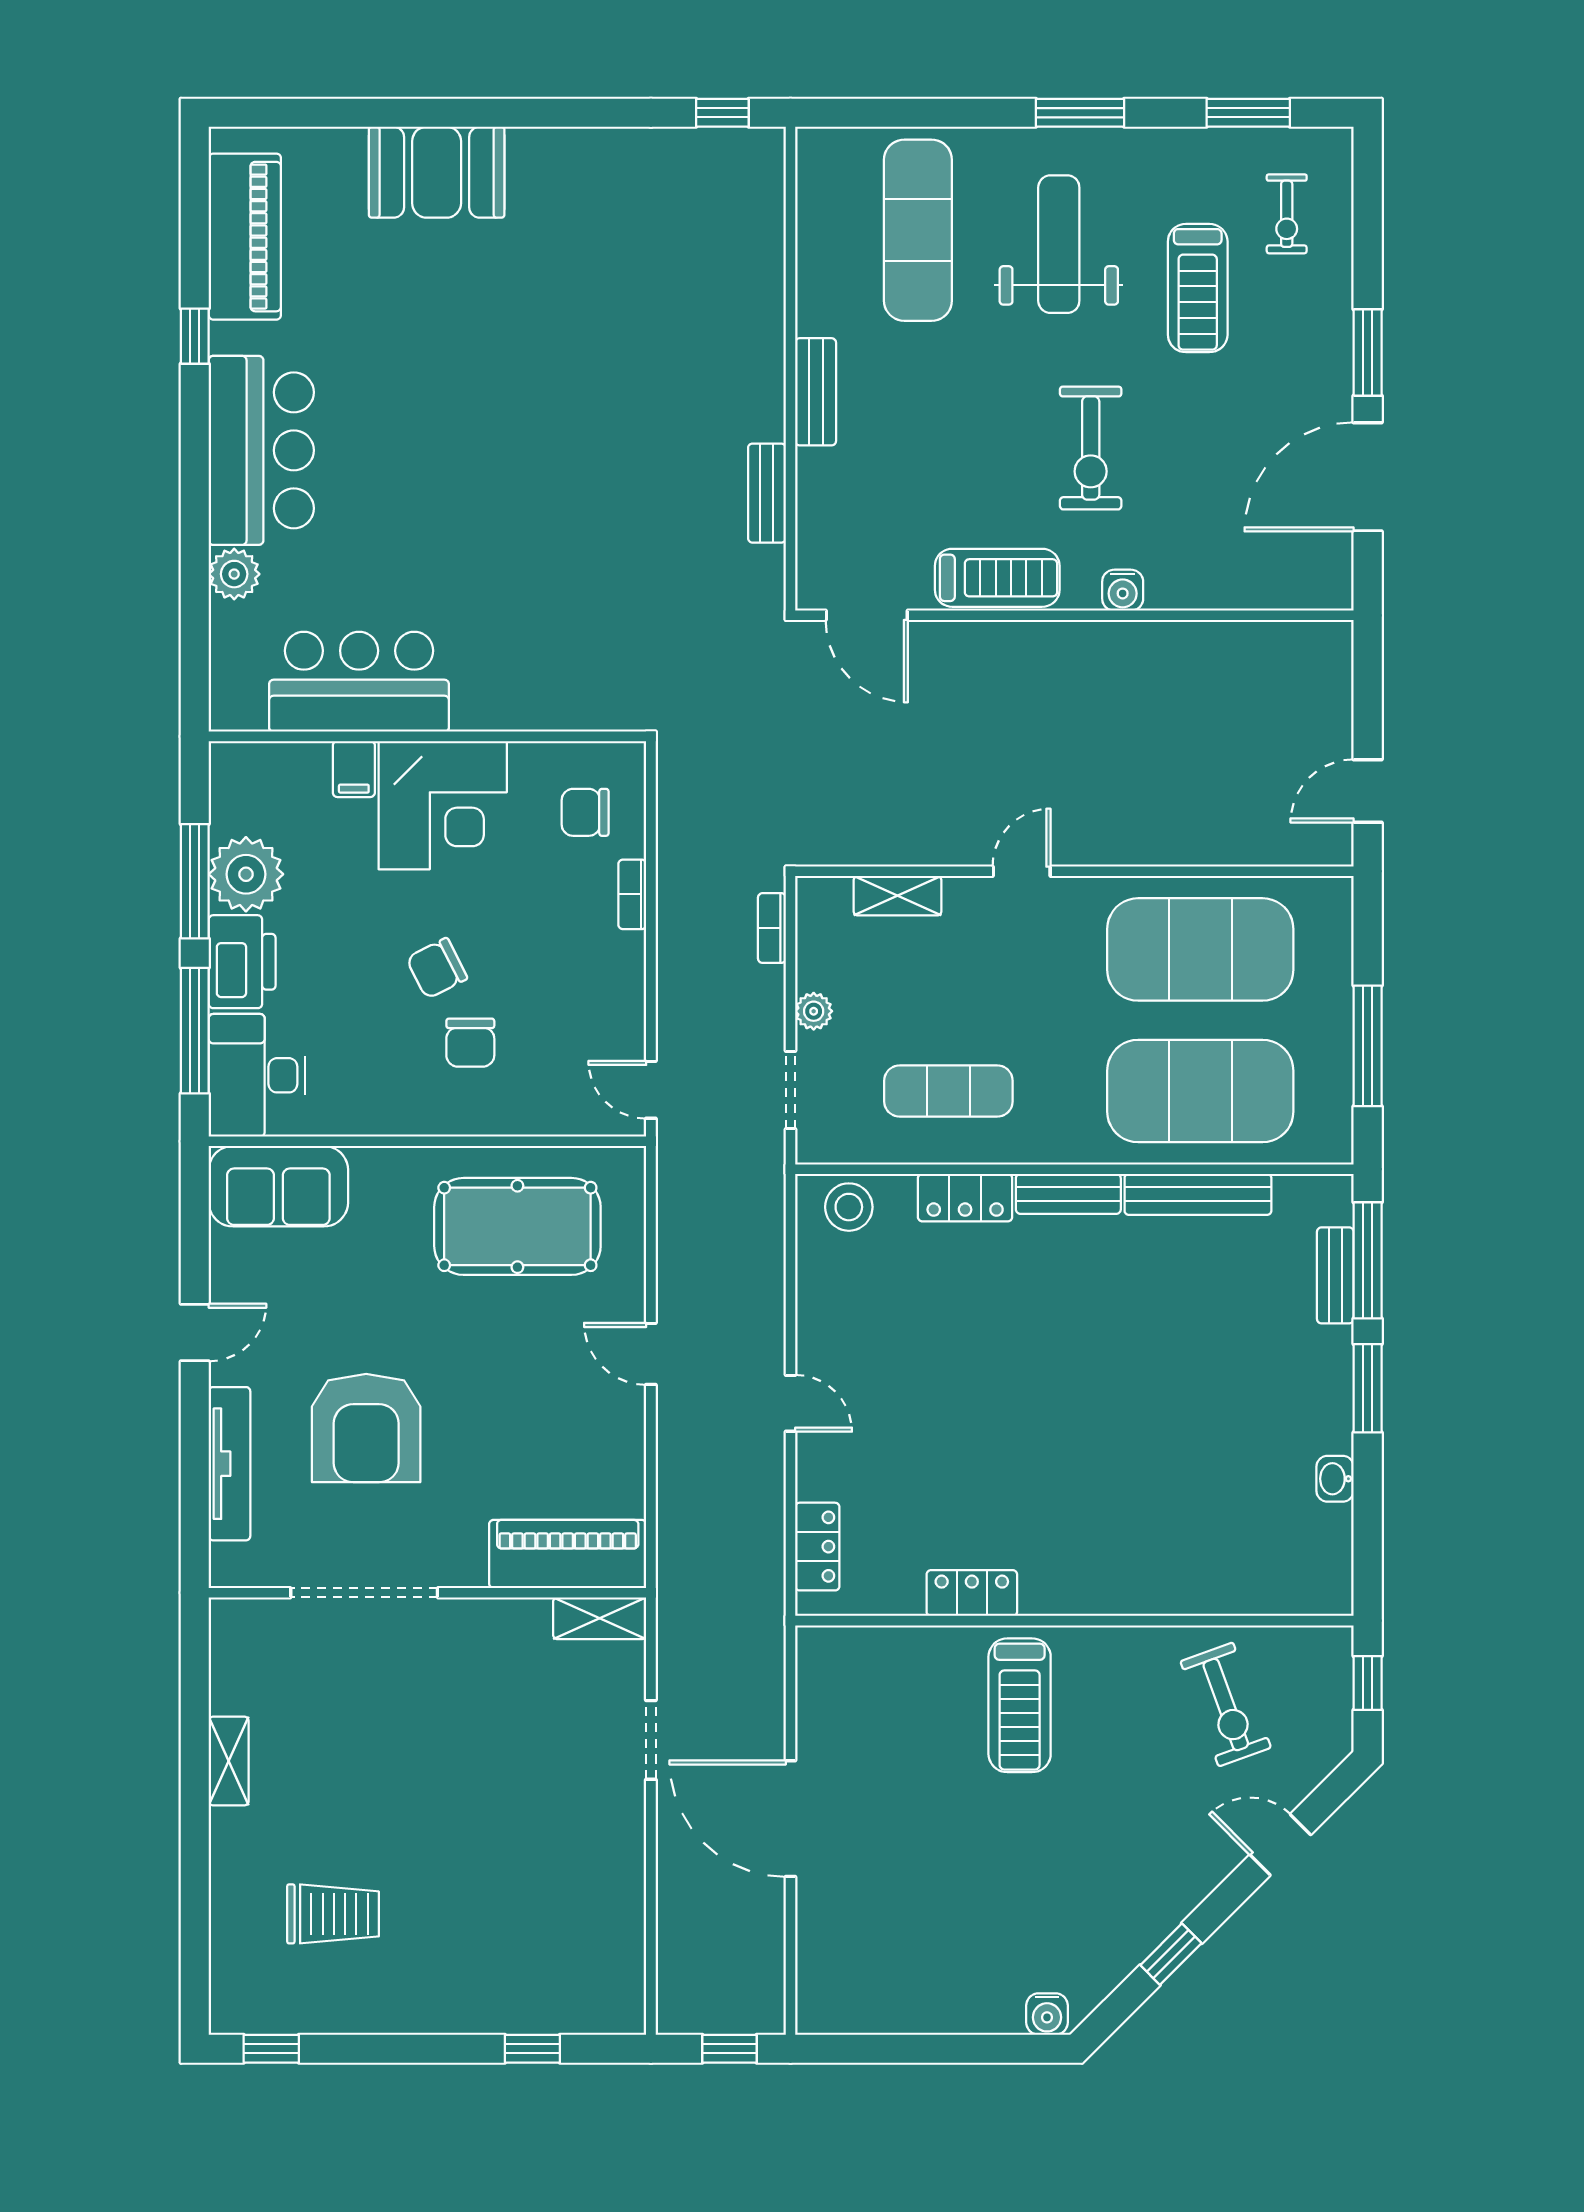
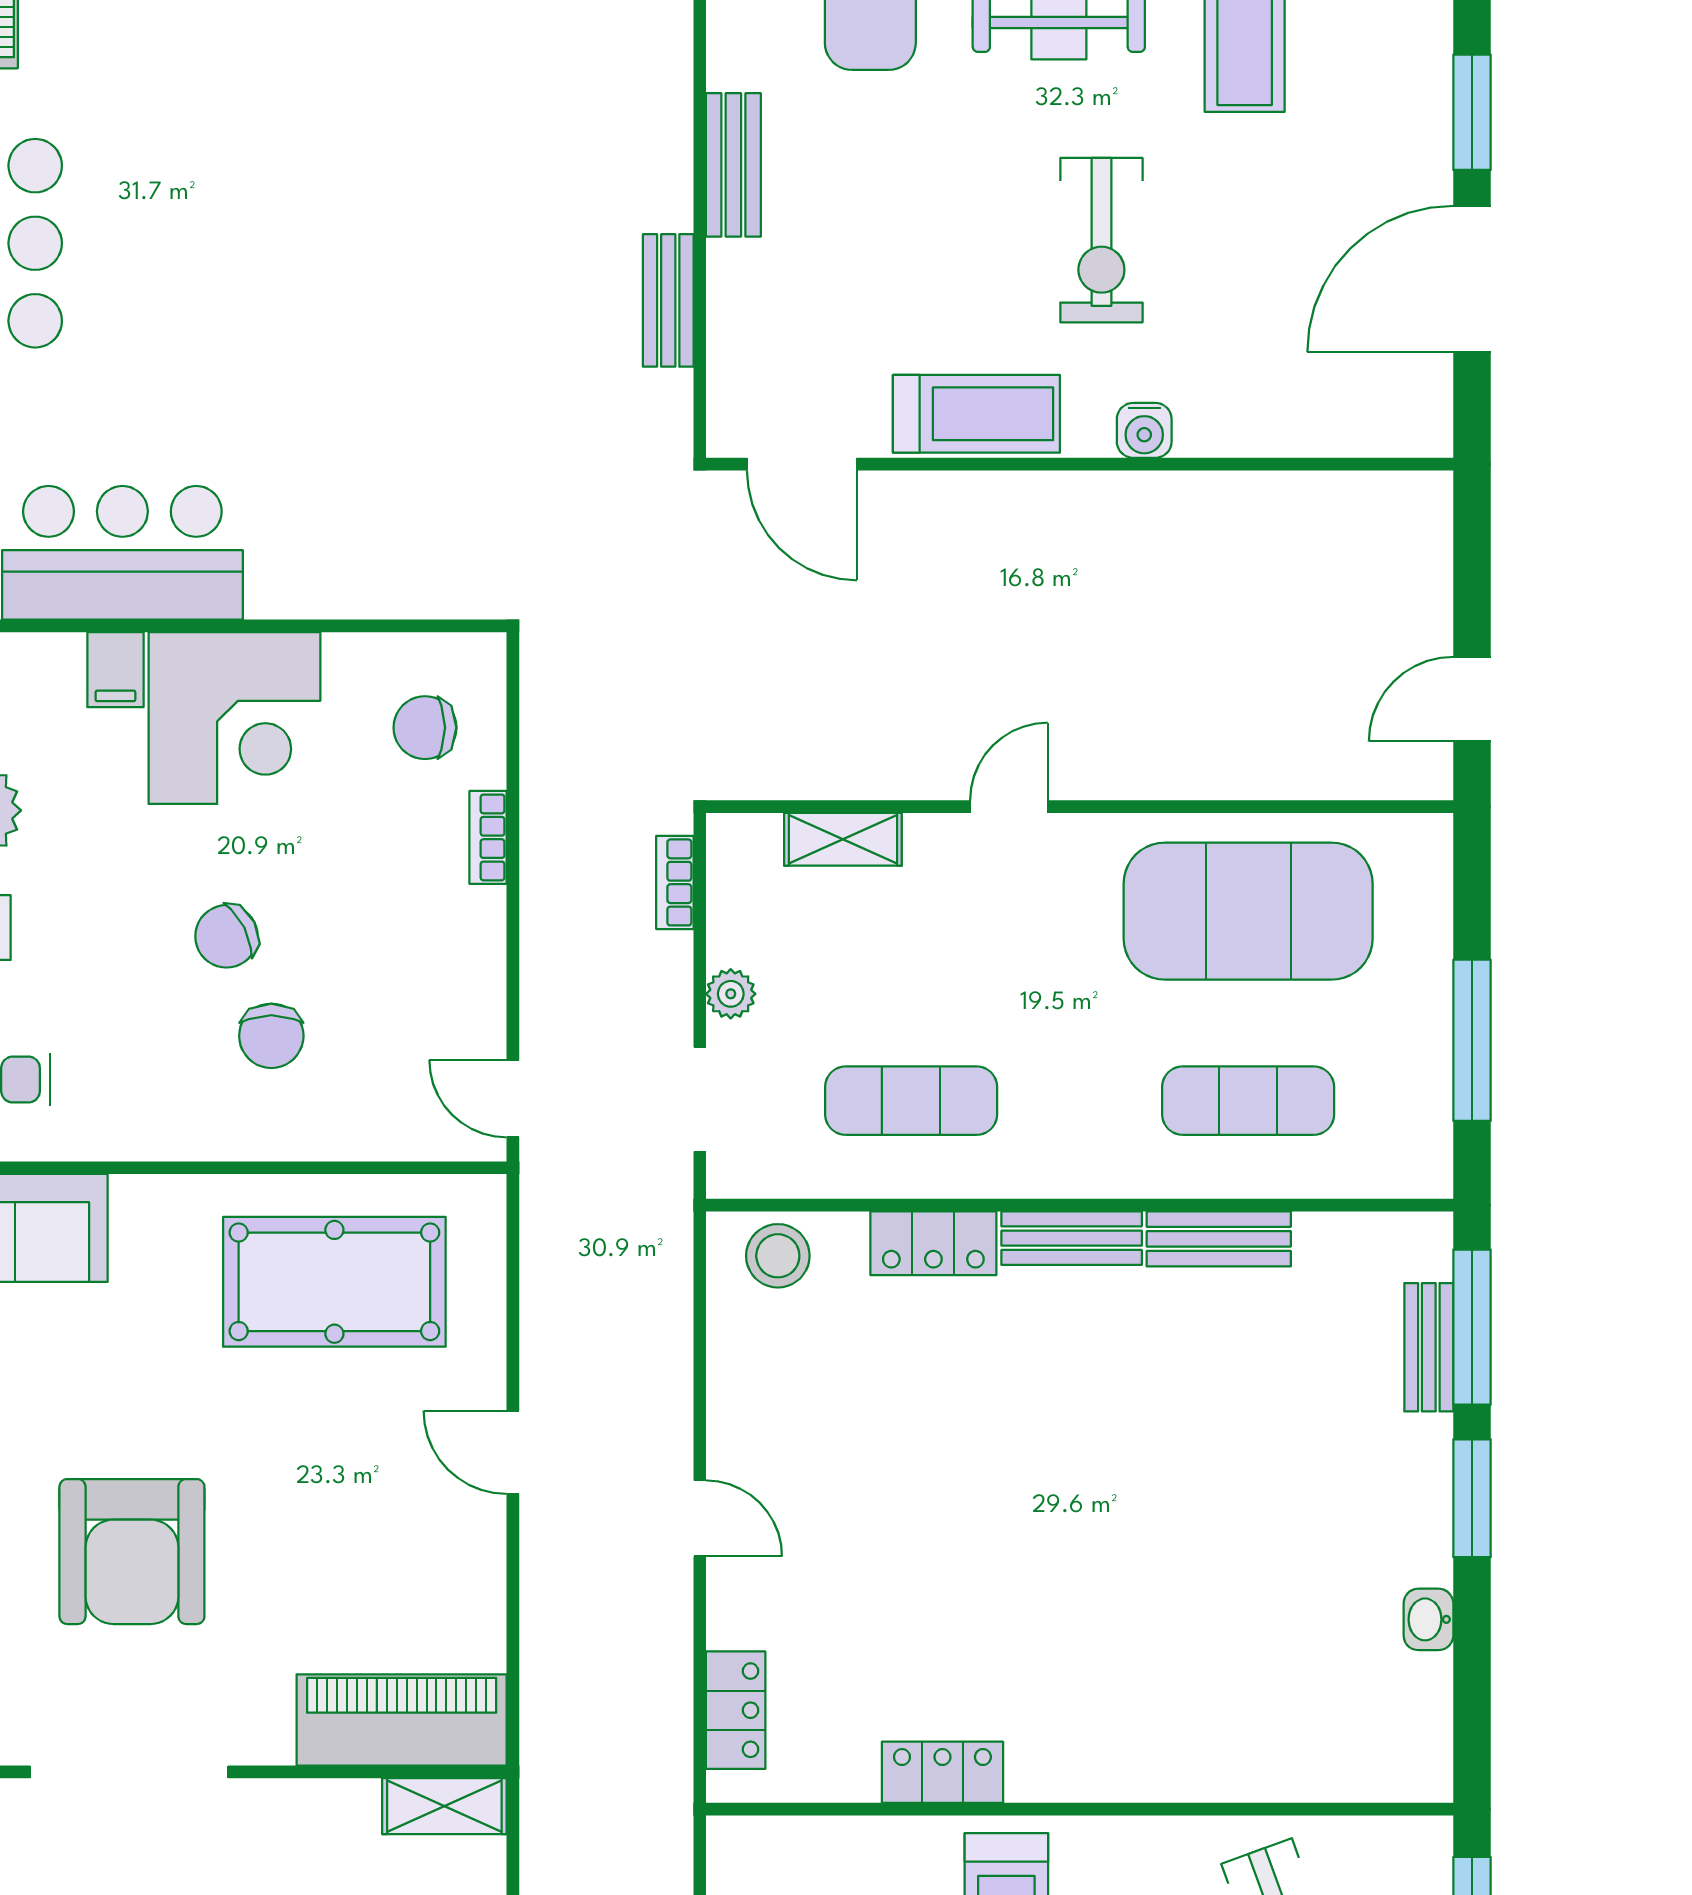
exercise mat: (1200, 1091) -> (1248, 1101), width x0.50, depth x0.69
bench: (1198, 1194) -> (1219, 1239), width x0.73

